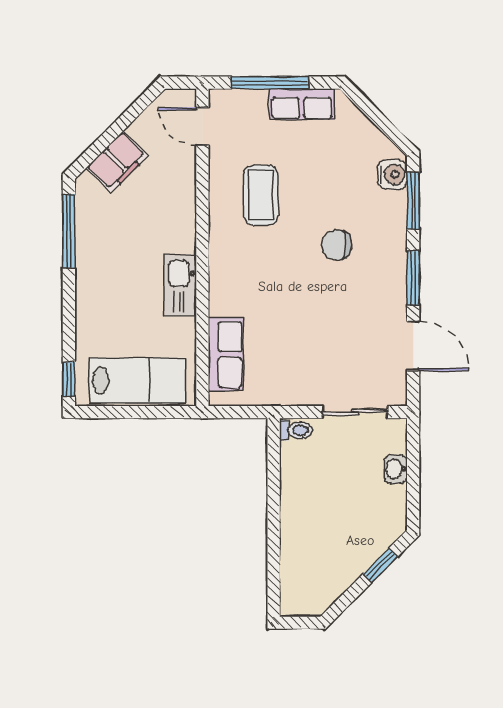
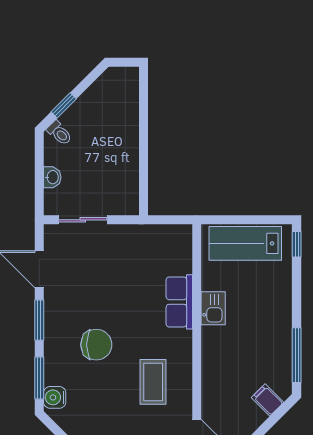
filing cabinet: (117, 162) -> (267, 400), width x0.50
chair: (337, 245) -> (96, 345), width x1.37, depth x1.37
kitchen sink: (180, 286) -> (213, 308), width x0.73
row of seats: (226, 355) -> (179, 302), moved
toilet: (296, 430) -> (59, 133), moved, turned -135

